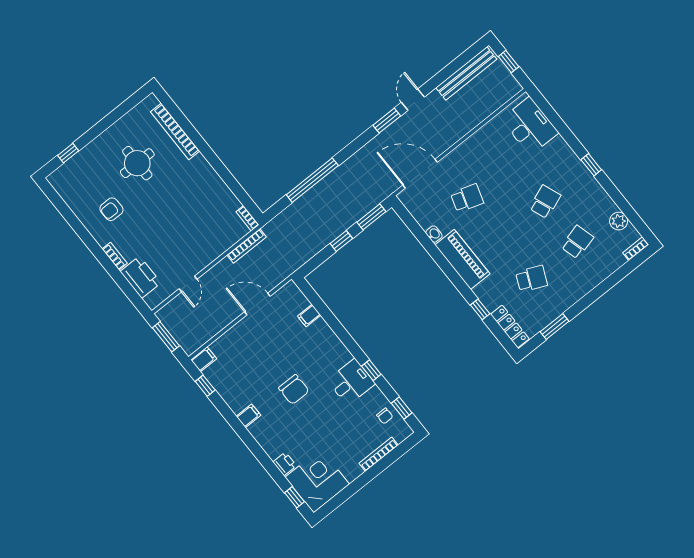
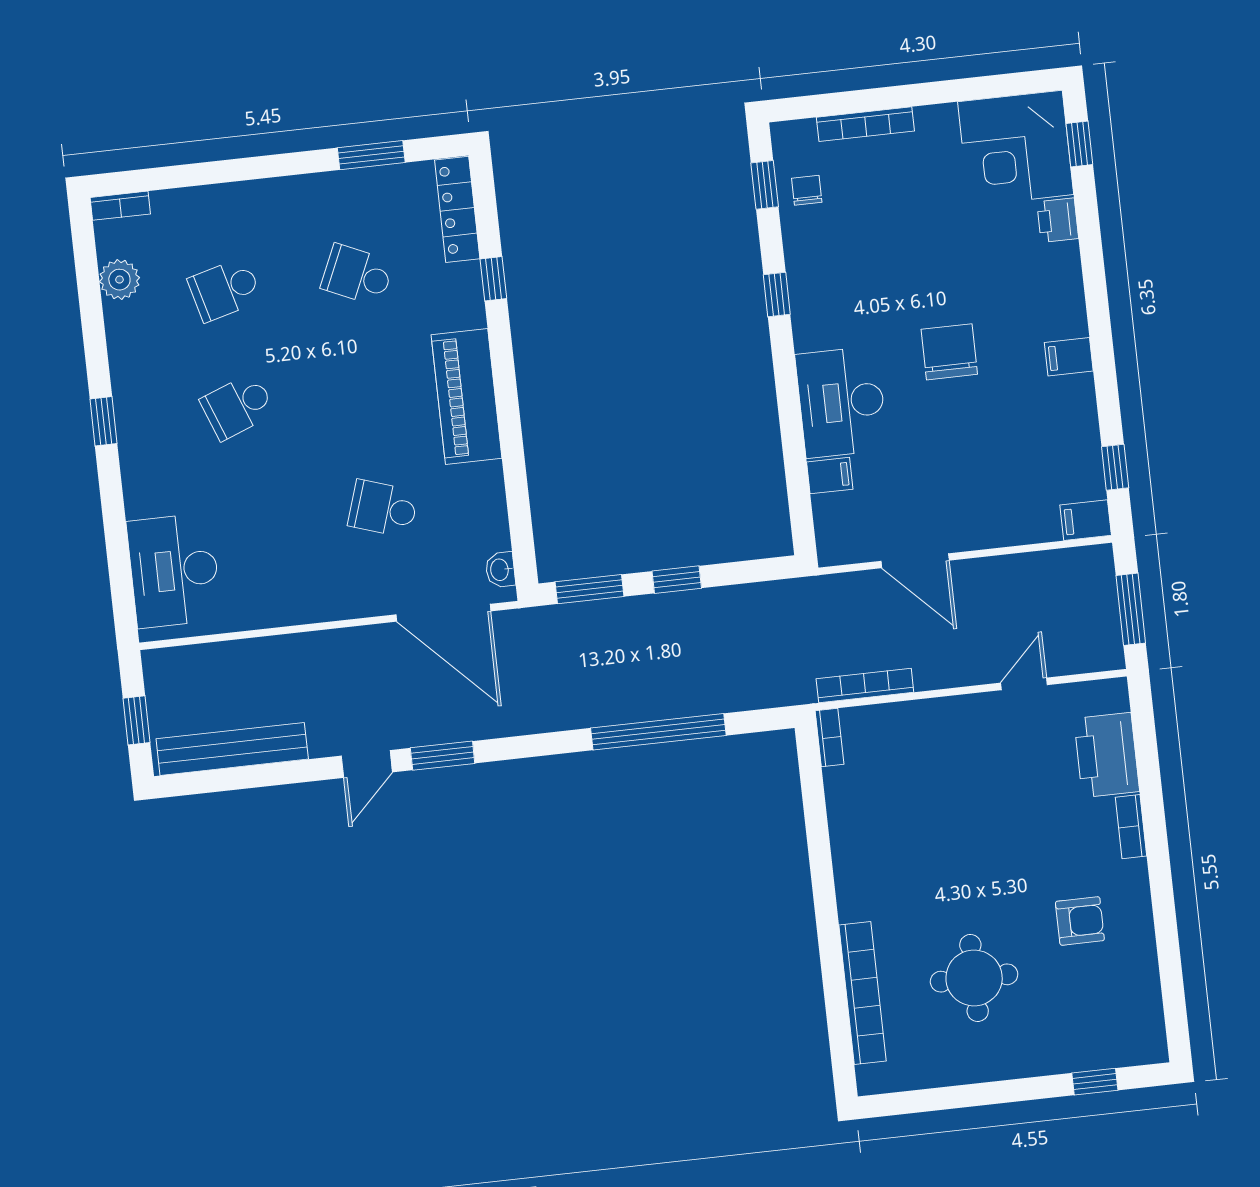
washbasin: (434, 234) -> (500, 570), moved
desk: (351, 382) -> (841, 402), moved, width x1.37

